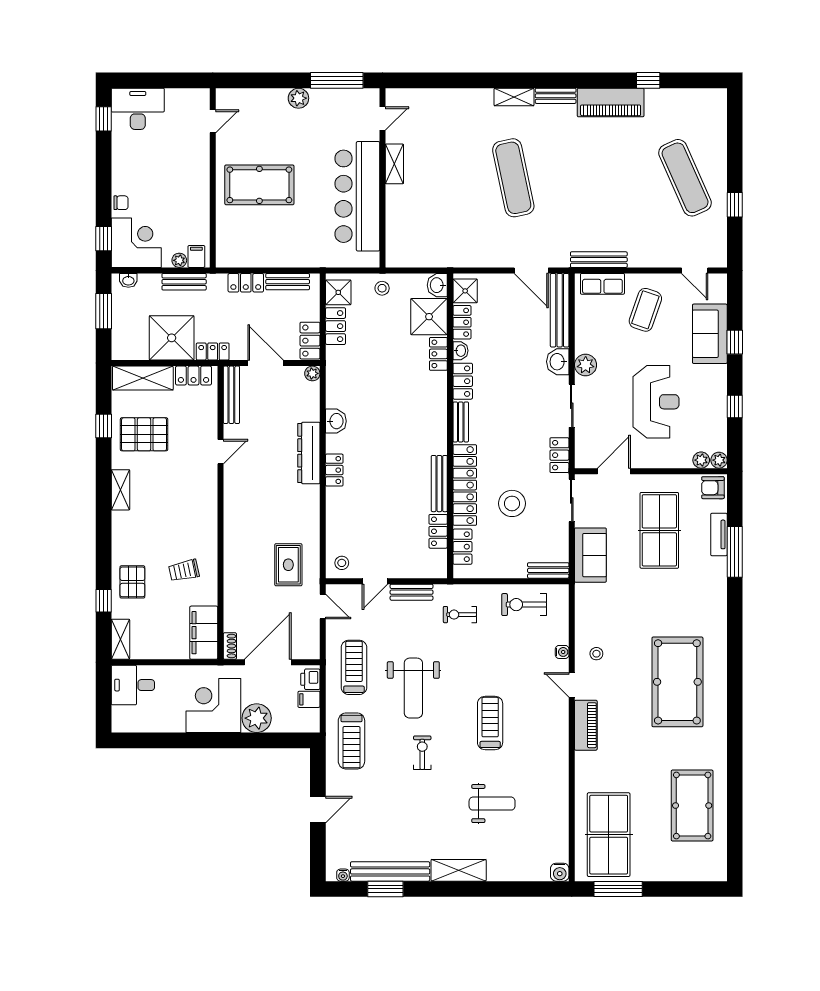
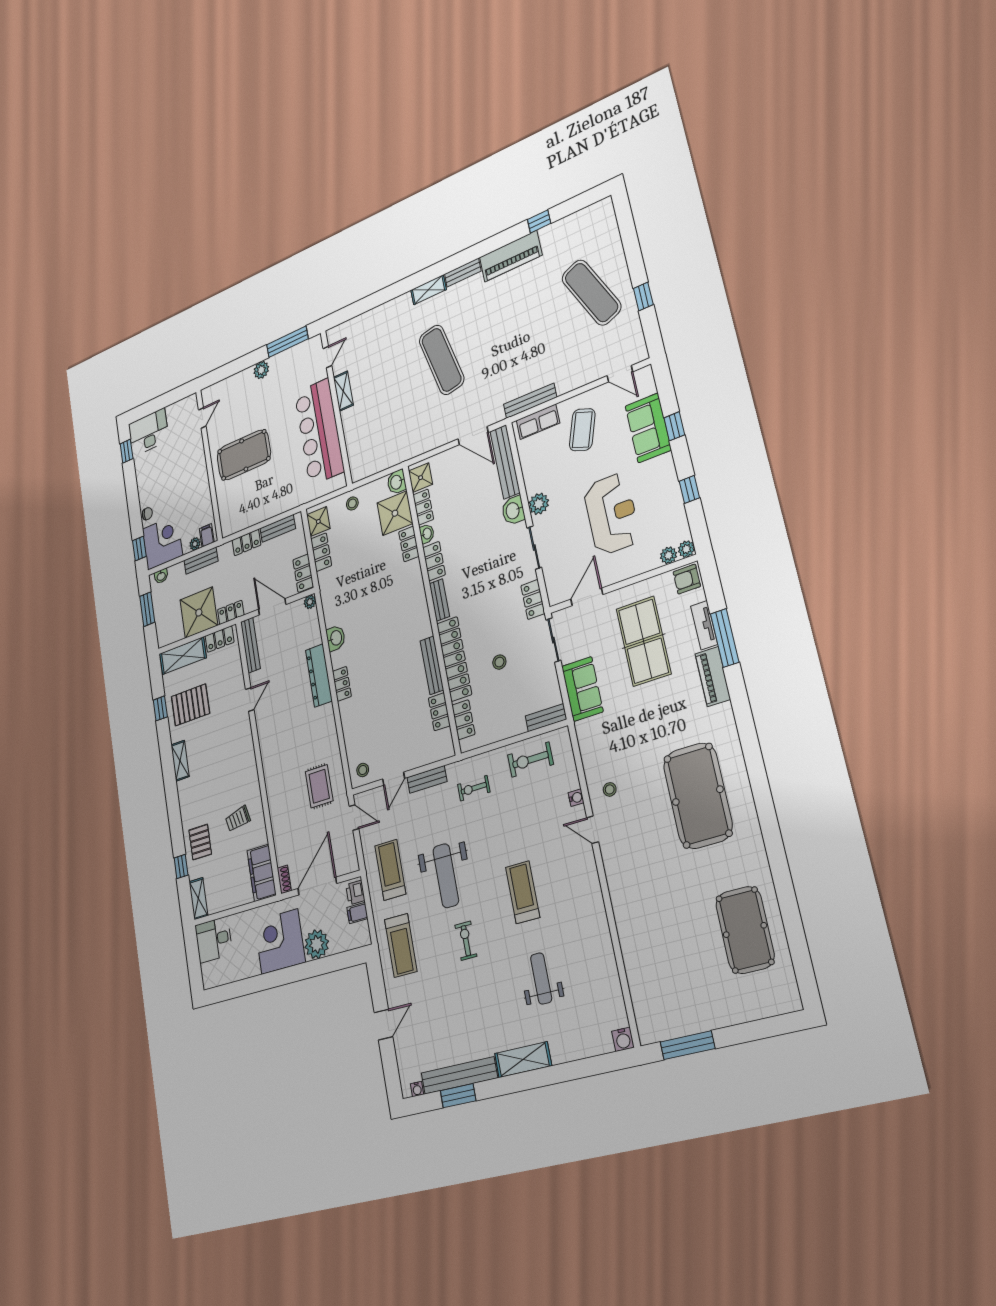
stool: (512, 503) -> (499, 662), width x0.53, depth x0.53
piano: (586, 725) -> (713, 677), moved, turned 180
weight bench: (492, 804) -> (541, 978), turned -90
table tennis table: (609, 835) -> (664, 985), removed

